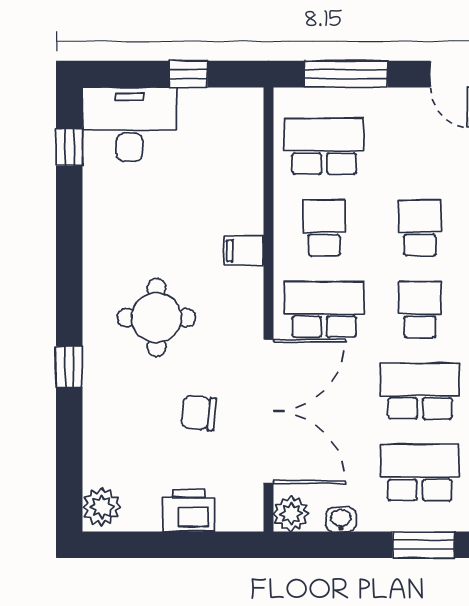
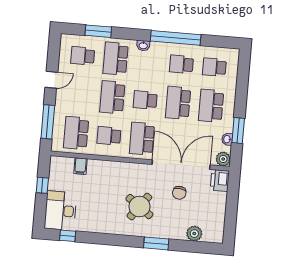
school desk: (420, 228) -> (112, 97), width x1.85
filing cabinet: (244, 251) -> (80, 166), moved
round table: (157, 318) -> (139, 207), turned 36
window: (69, 367) -> (156, 243), width x1.50
plant: (102, 507) -> (194, 234), moved
printer: (189, 510) -> (220, 181), moved
window: (423, 545) -> (238, 131), moved

